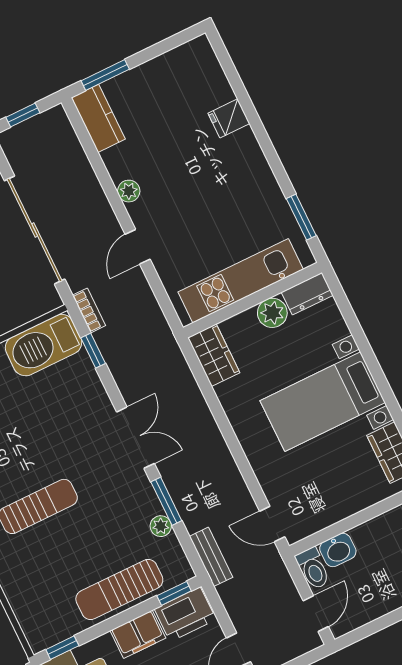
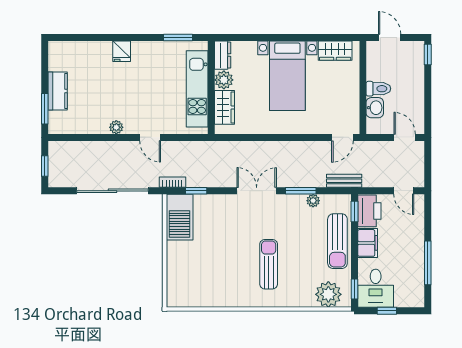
kitchen counter: (98, 118) -> (58, 91), moved, turned 90
fridge: (229, 118) -> (122, 51), moved
wardrobe: (214, 355) -> (224, 107), moved, turned 90
toilet: (313, 568) -> (378, 89), moved
plant: (36, 614) -> (328, 294), added

